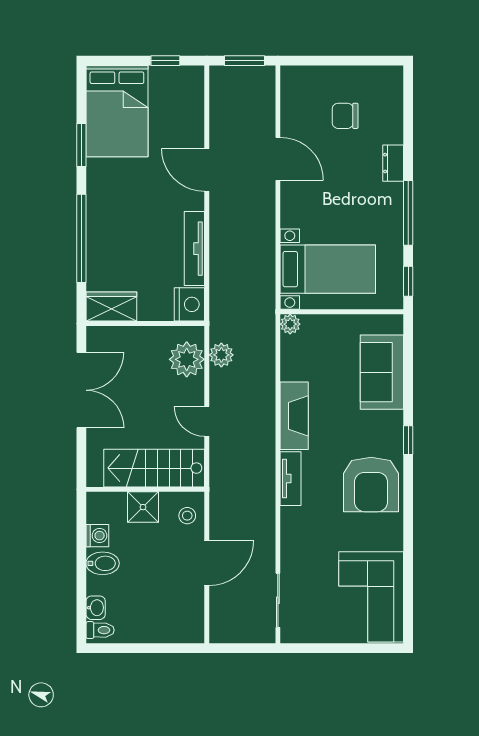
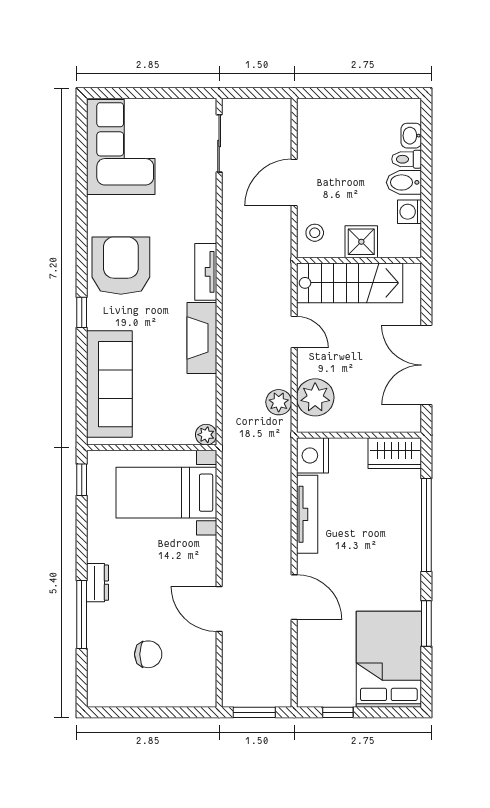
dresser: (393, 163) -> (98, 583), moved
window: (408, 213) -> (82, 615), moved
sofa: (382, 372) -> (109, 384), width x1.36
toilet: (100, 630) -> (407, 159), moved

